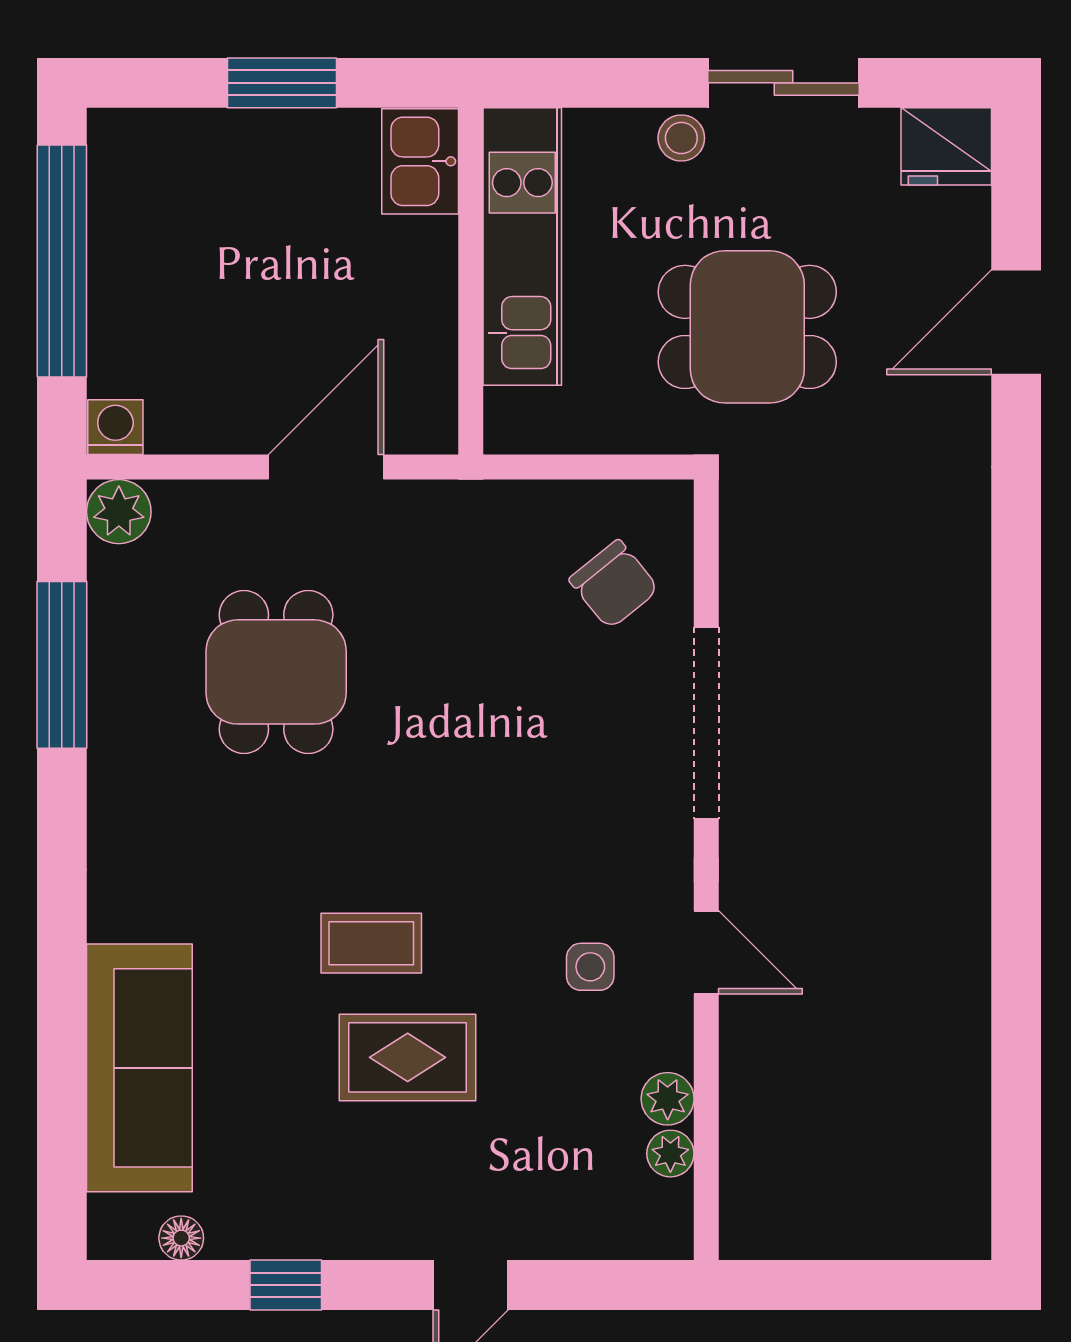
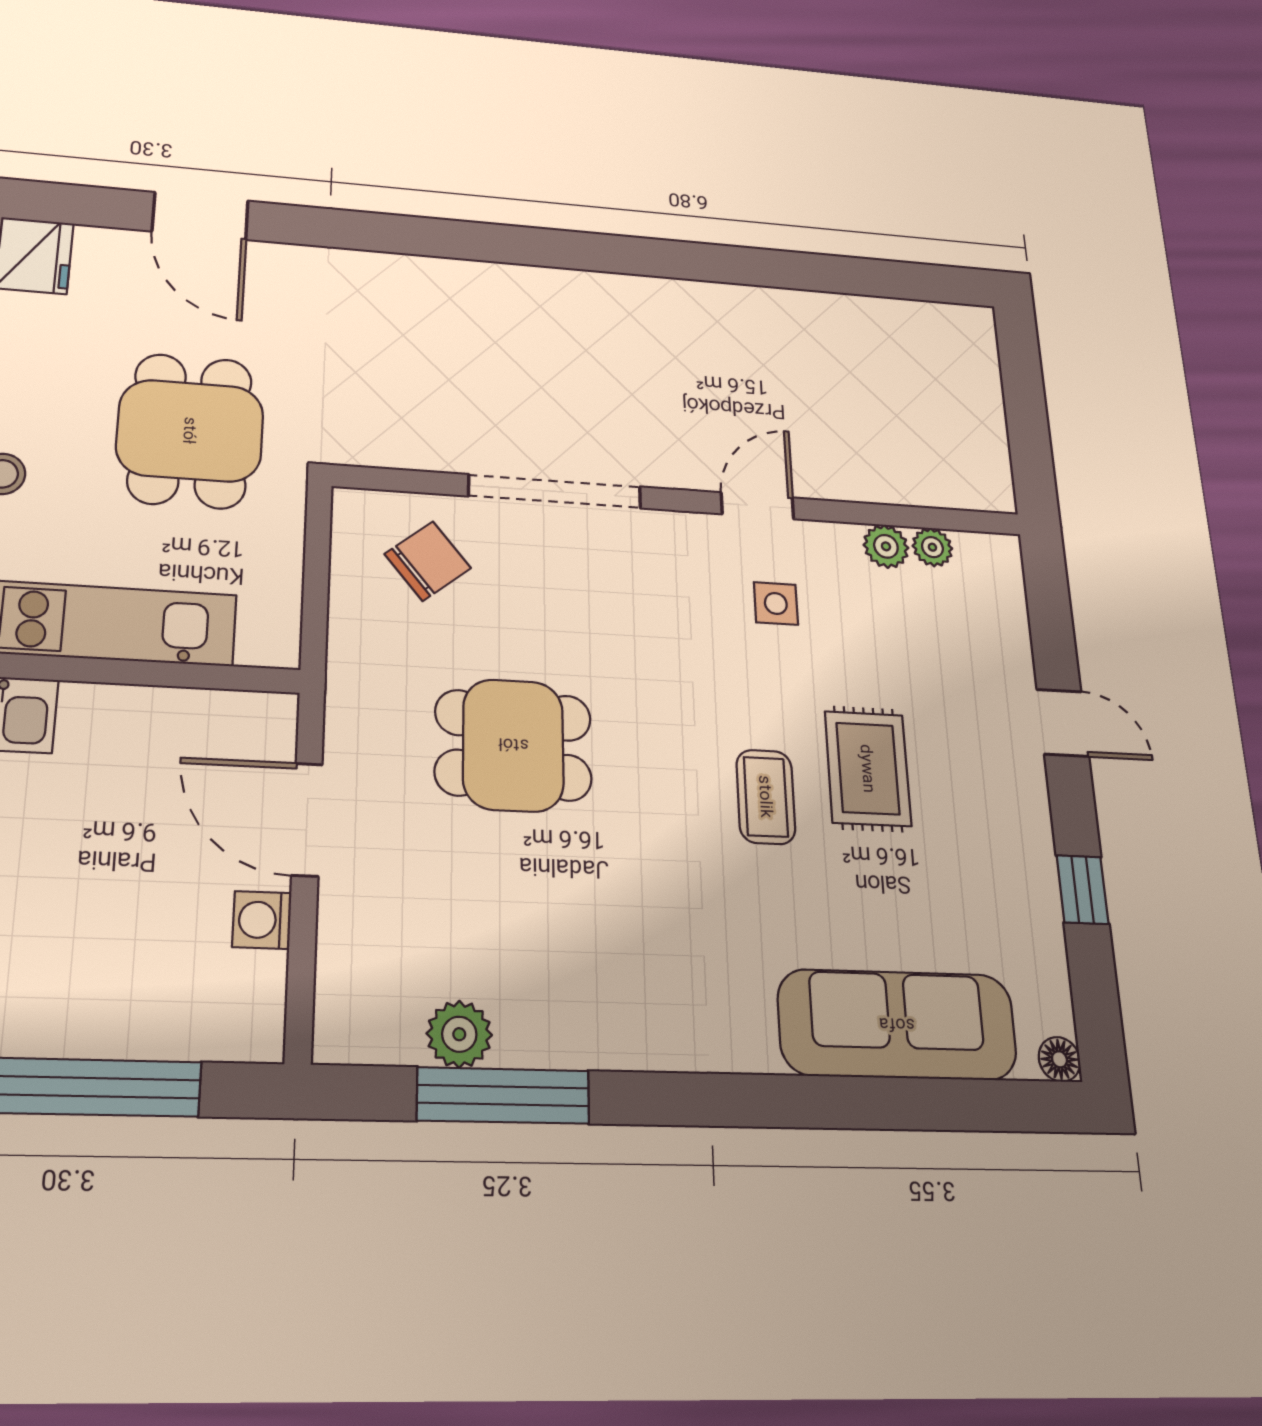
washing machine: (115, 427) -> (262, 920), moved
plant: (119, 512) -> (459, 1034), moved
dining table: (276, 672) -> (513, 745), moved
floor lamp: (181, 1238) -> (1059, 1059), moved

